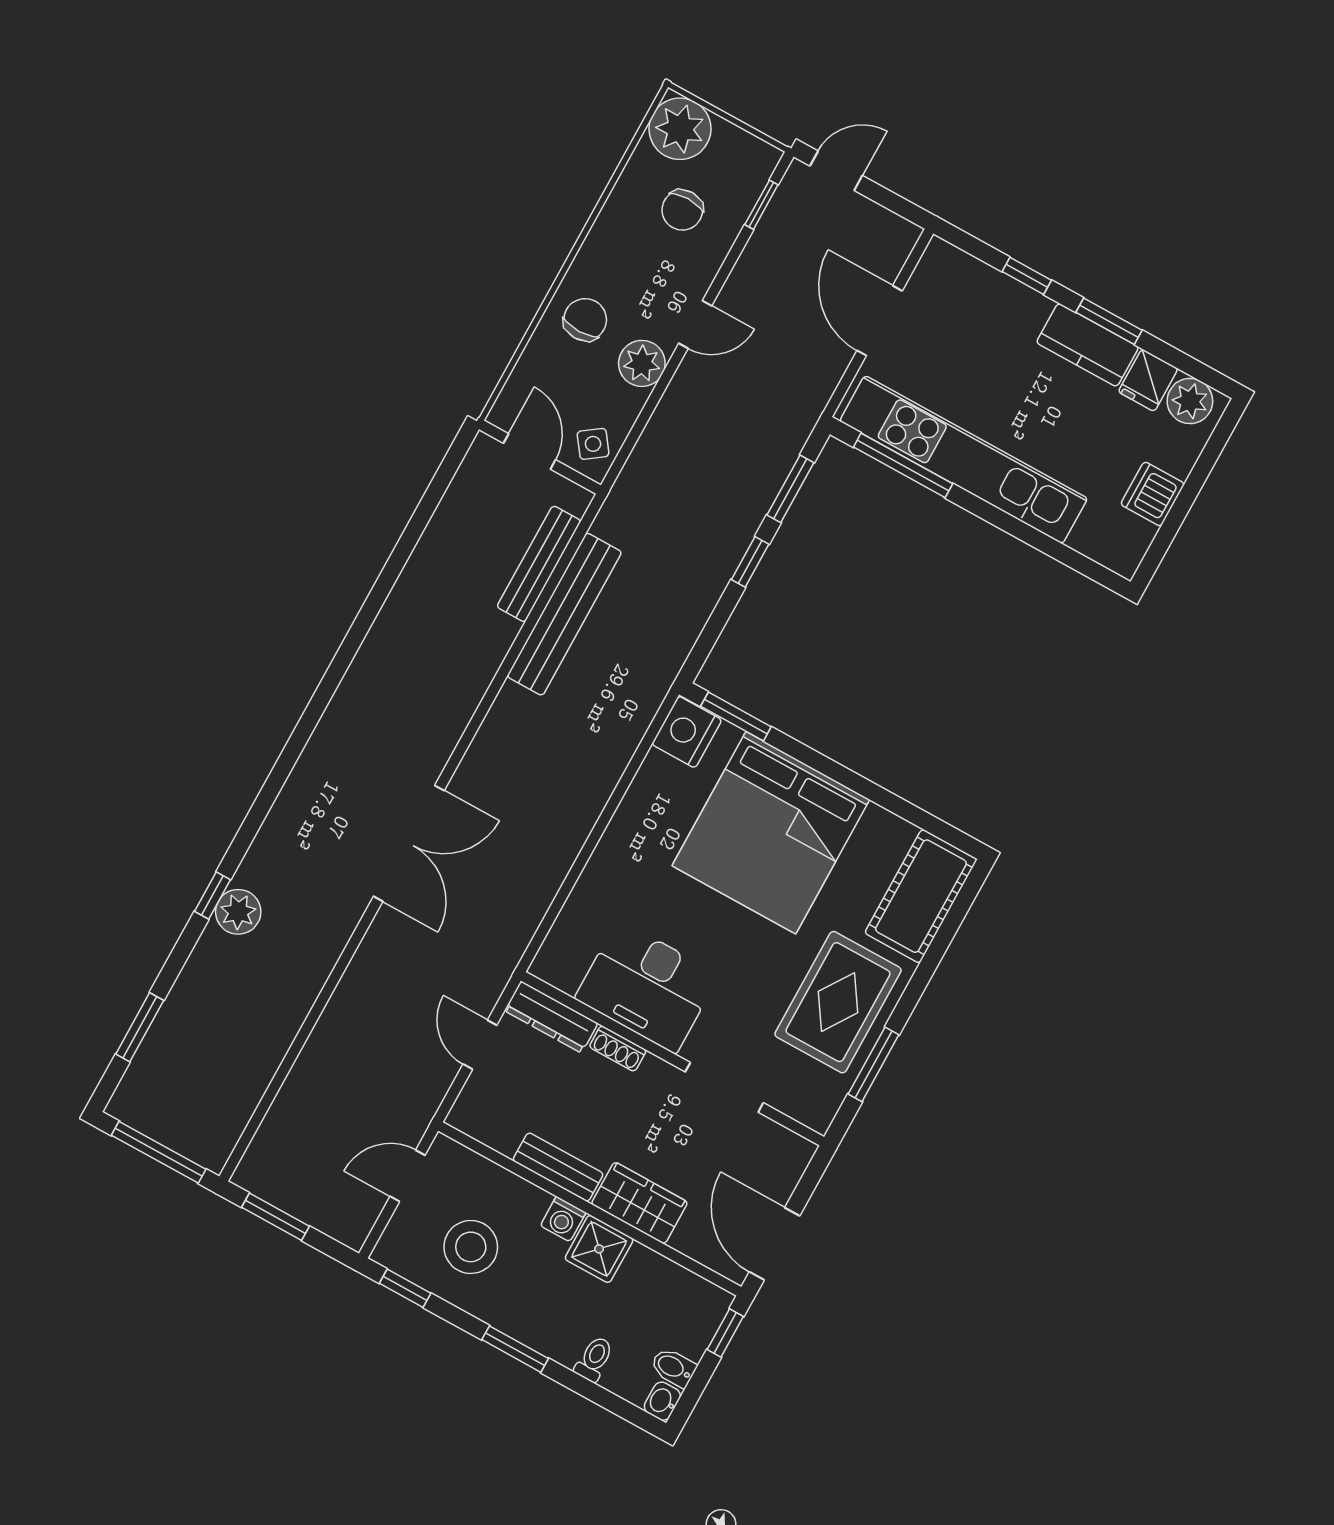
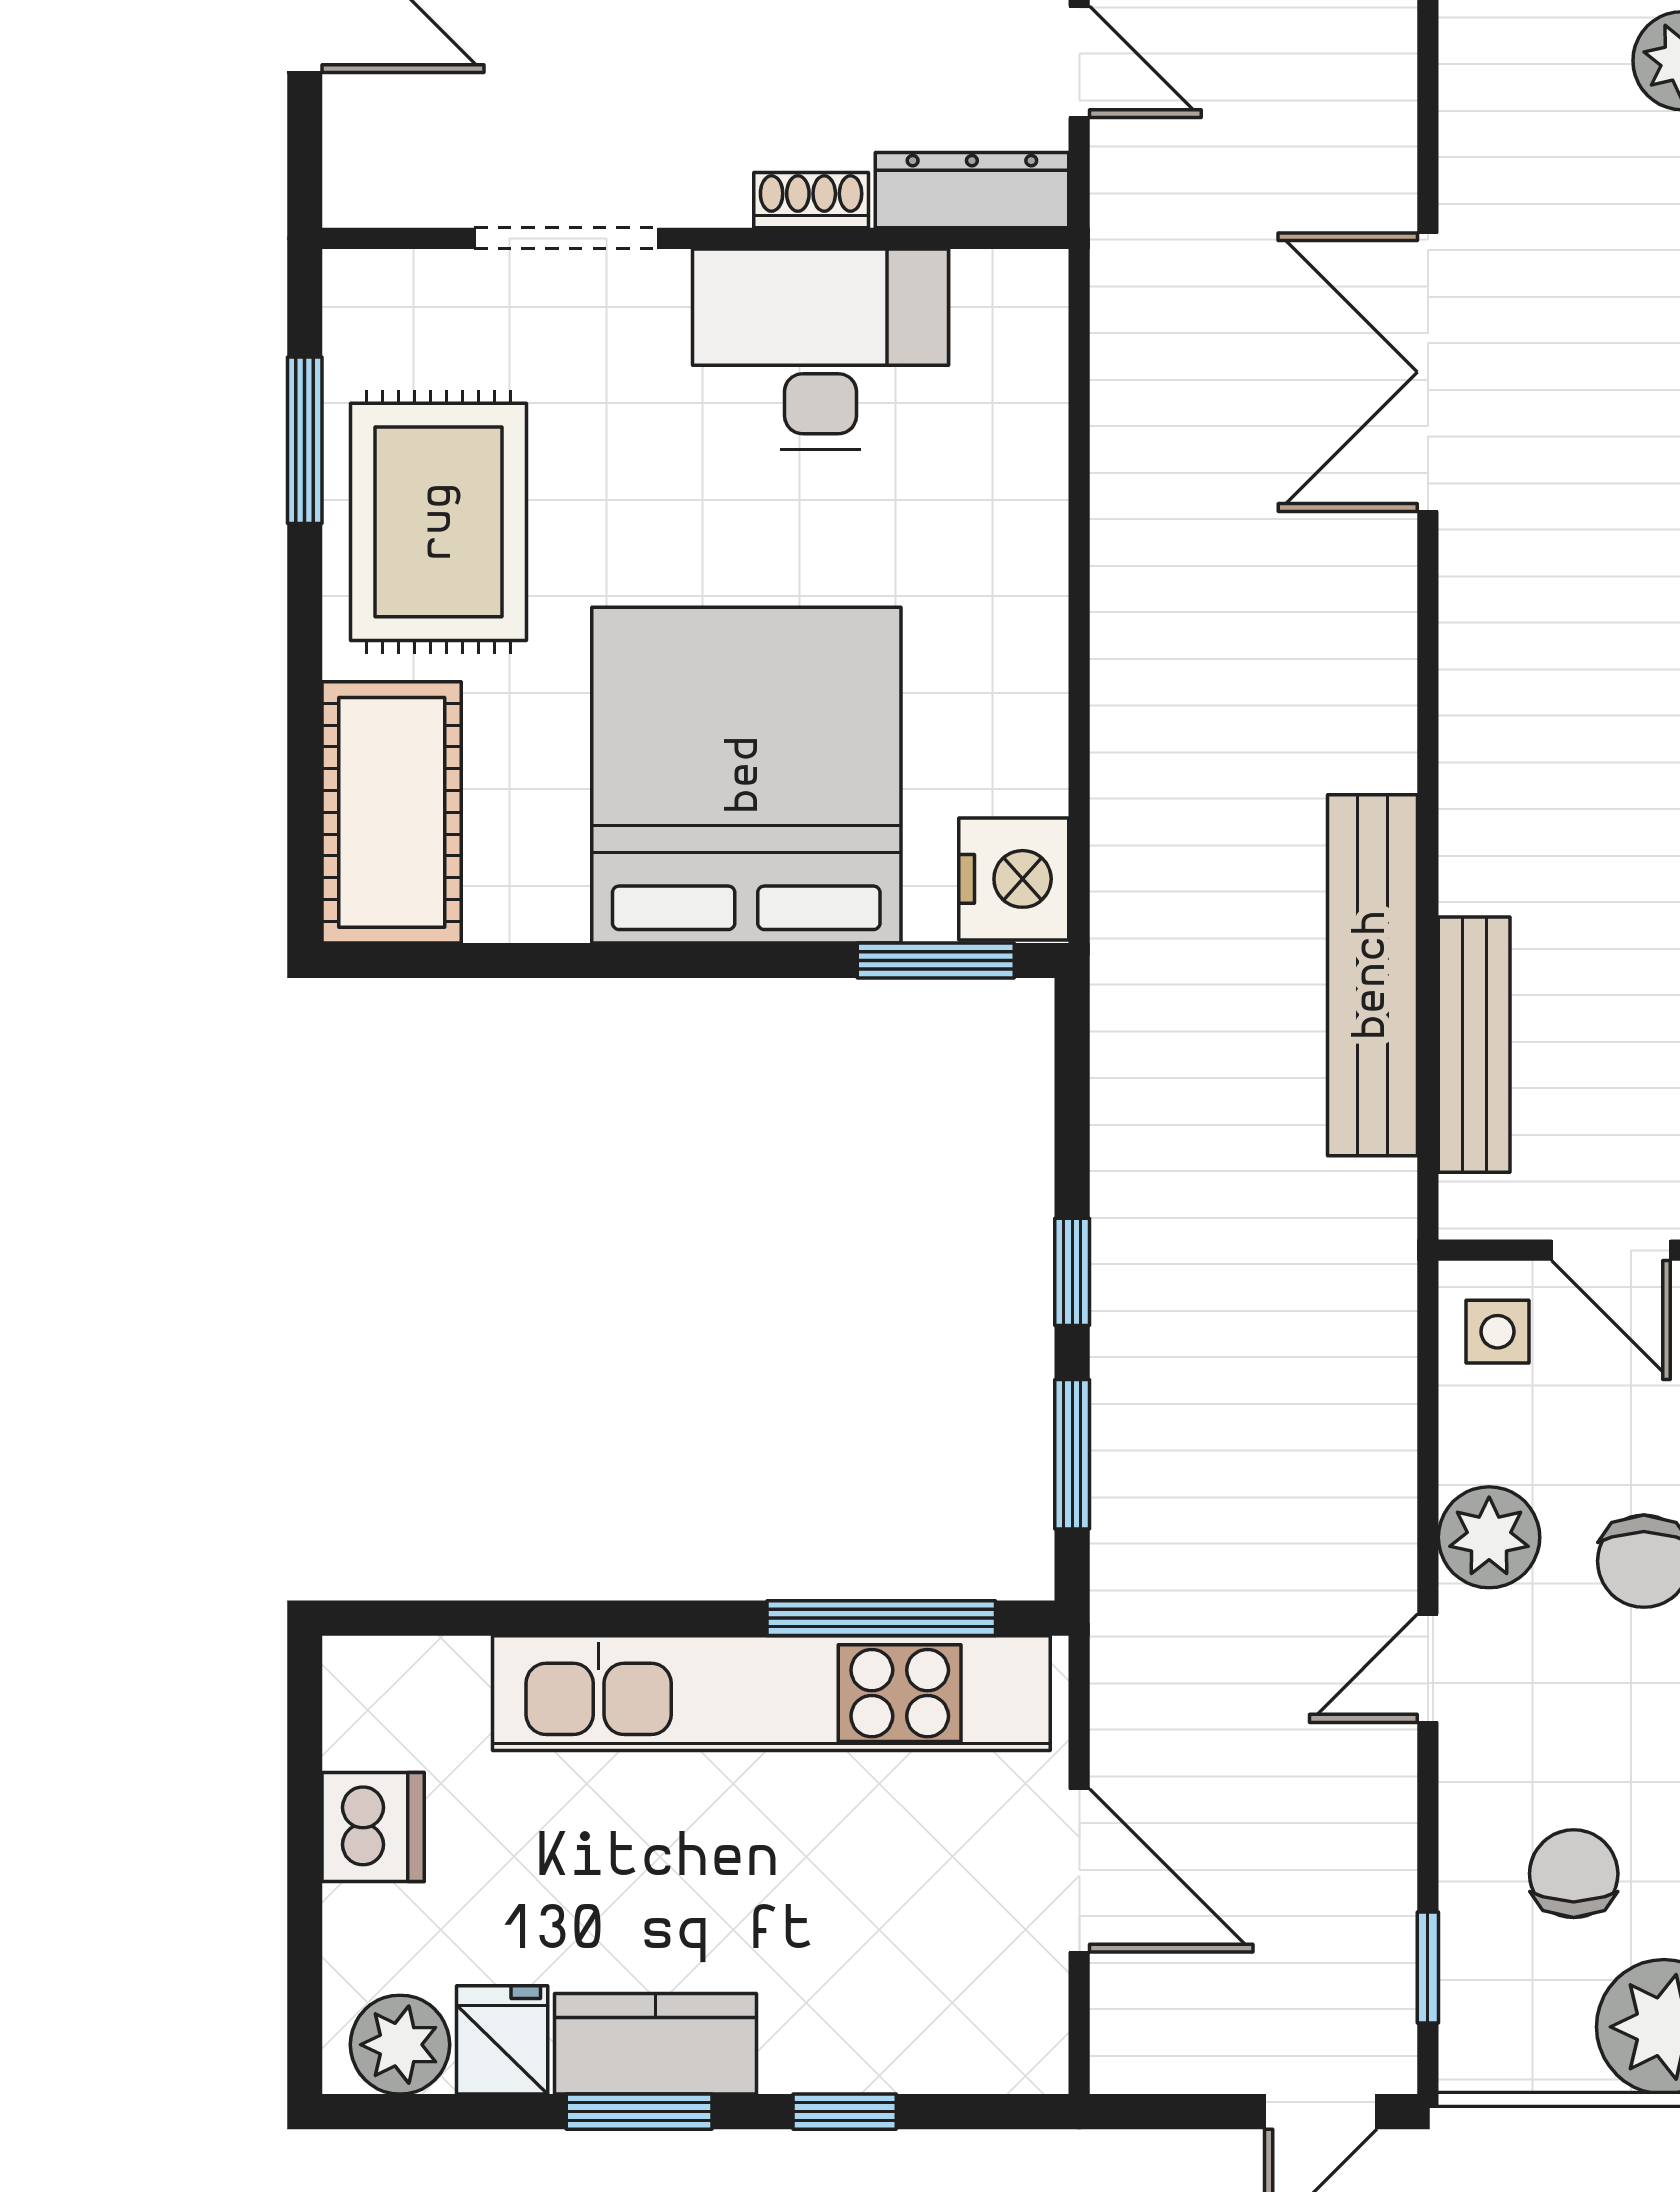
side table: (593, 444) -> (1498, 1332), turned 36

